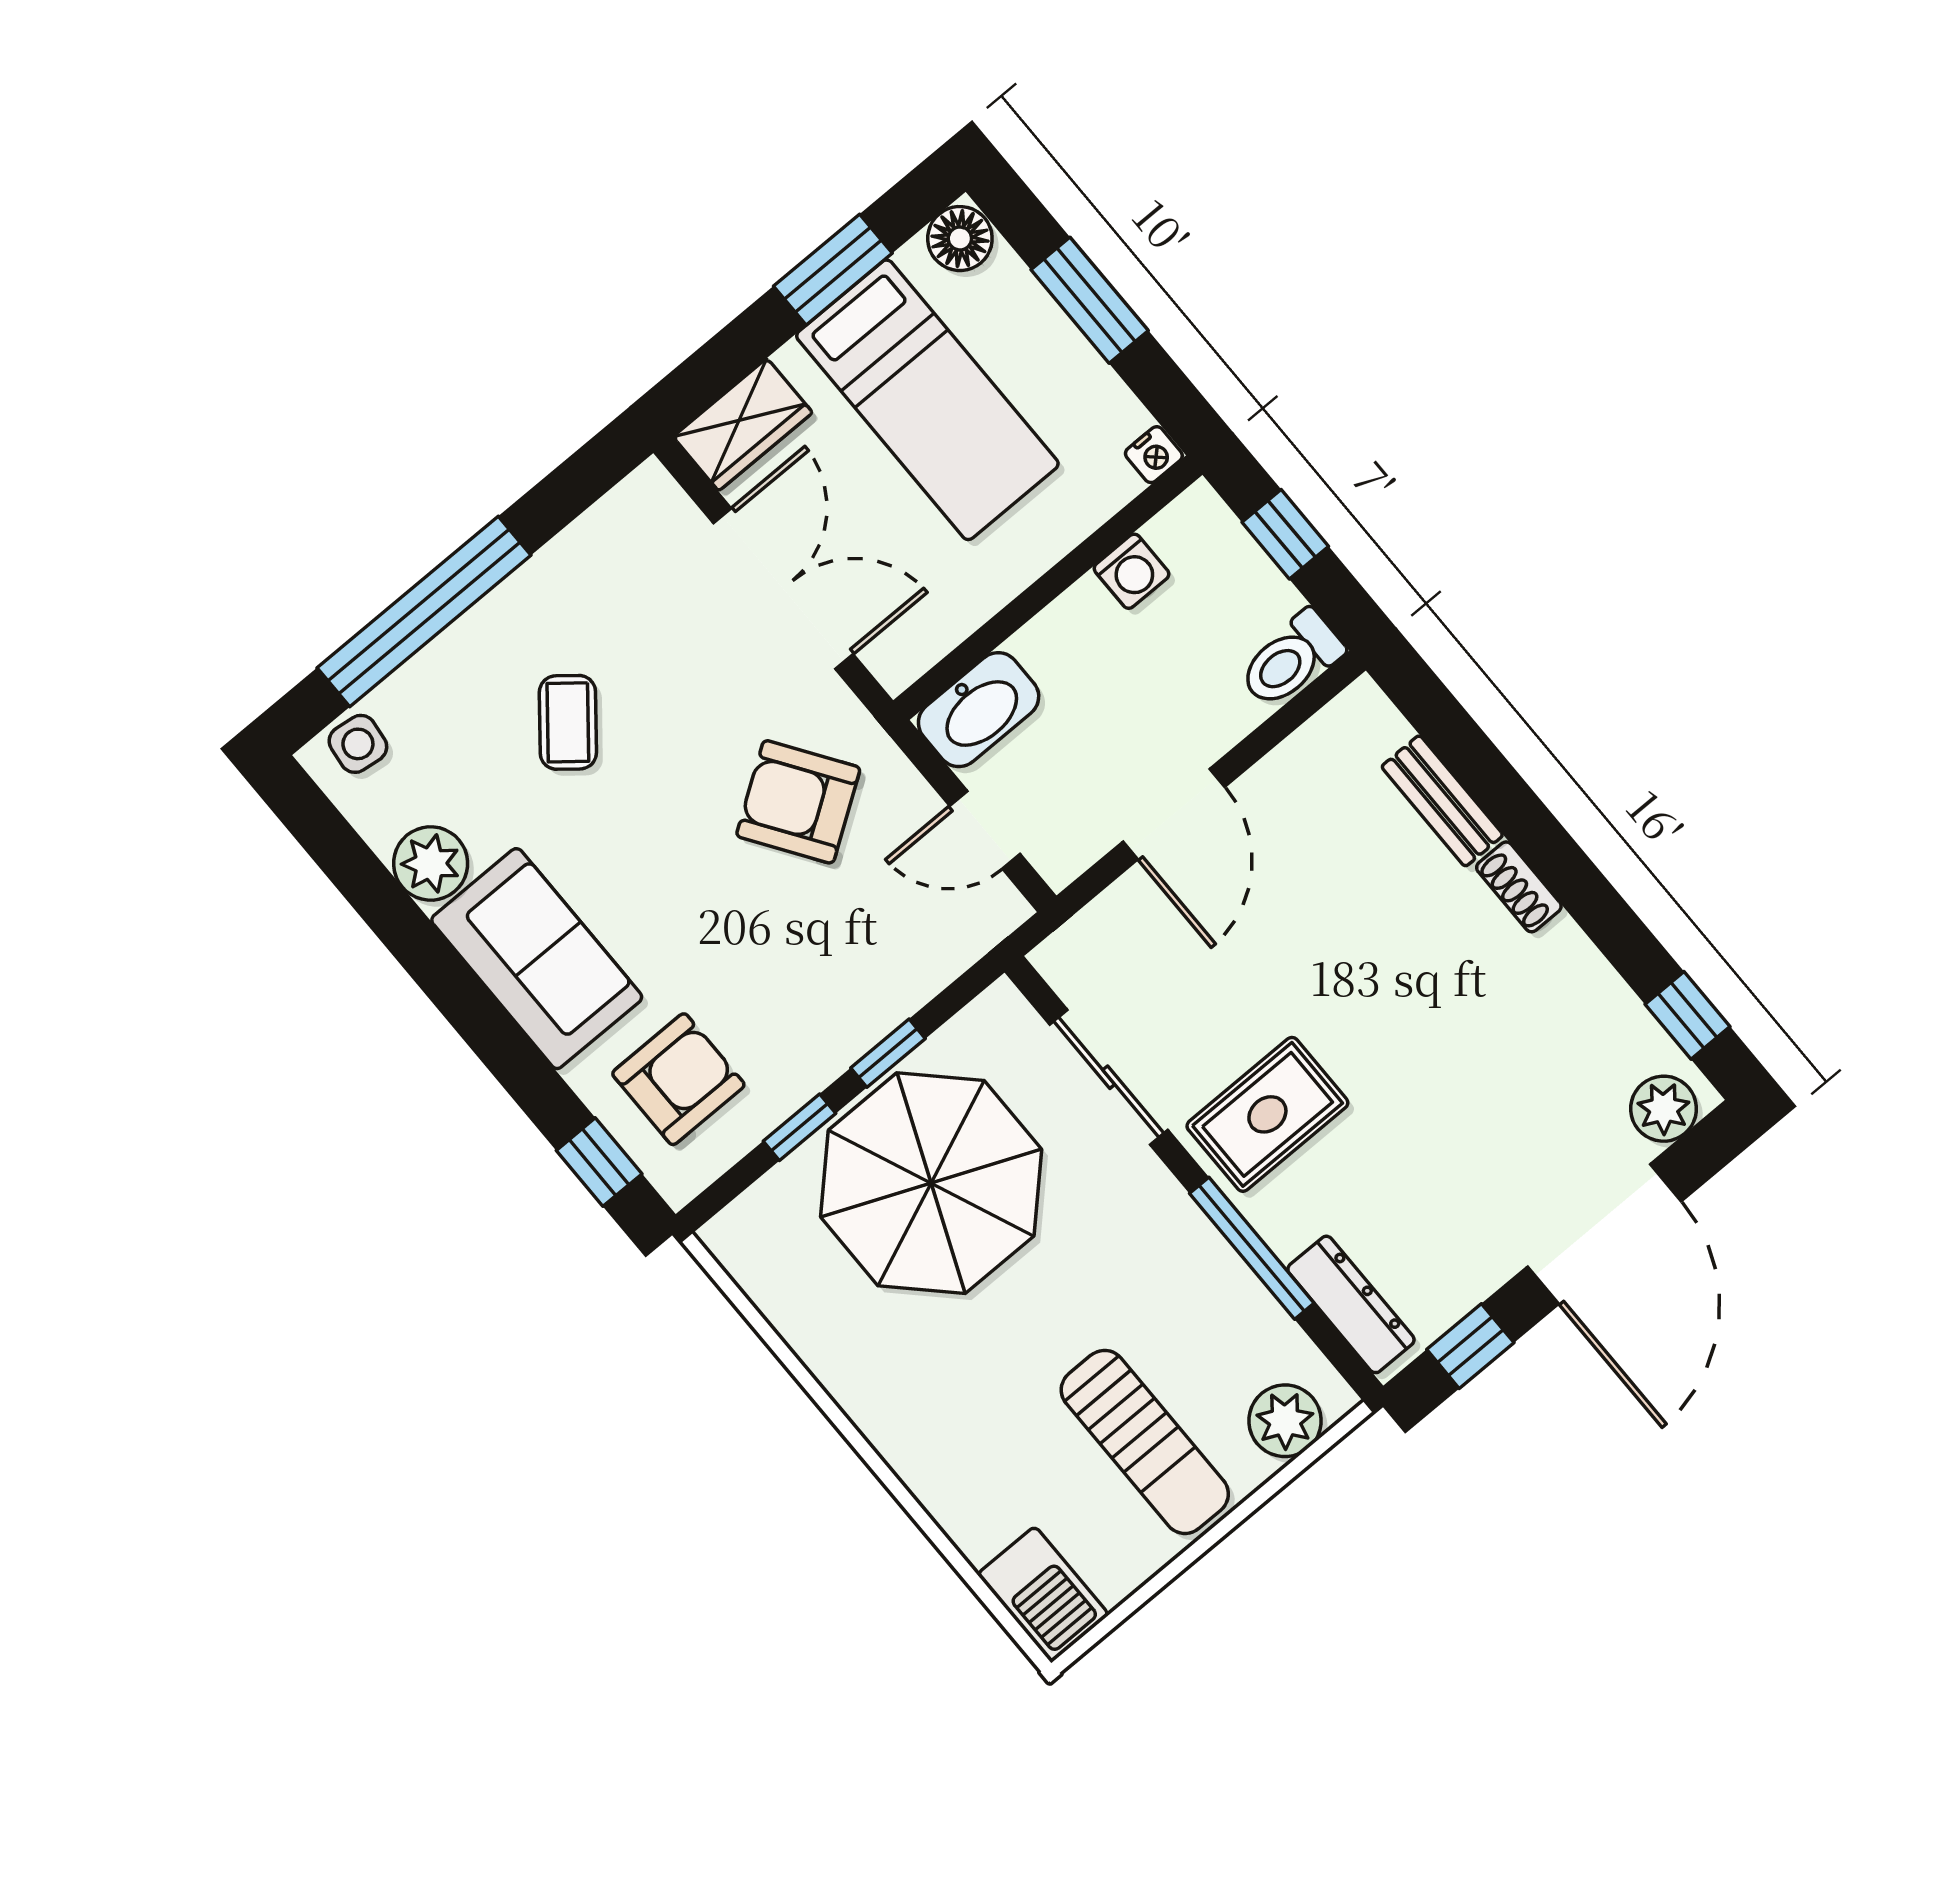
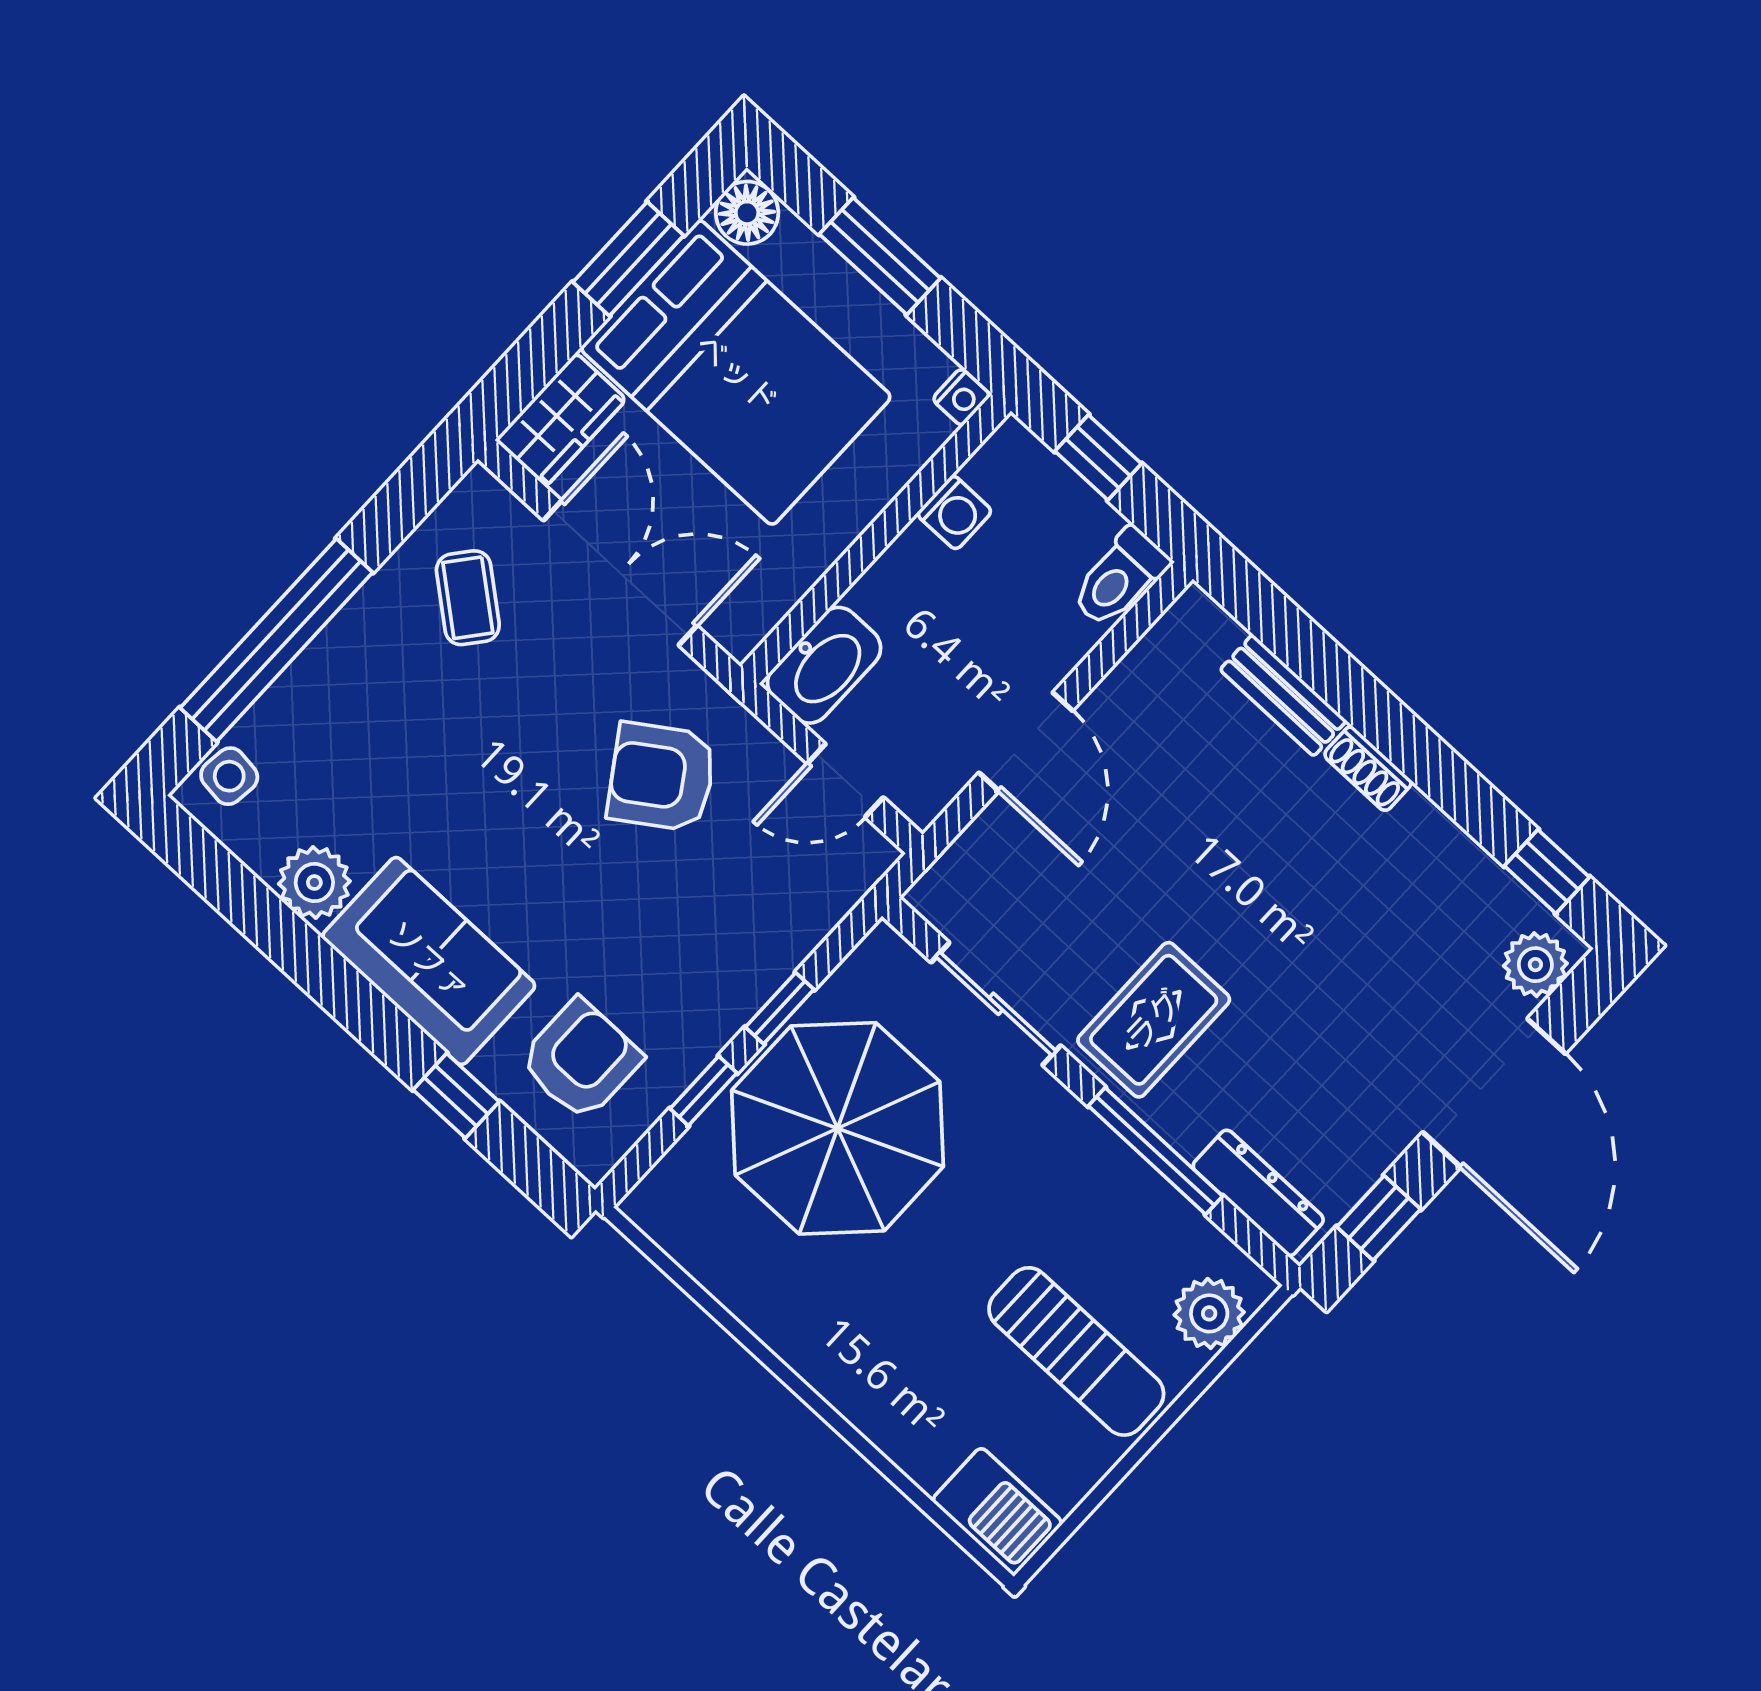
bed: (927, 400) -> (736, 373), width x1.50
coffee table: (568, 722) -> (468, 598), moved
window: (599, 1162) -> (456, 1096), moved

